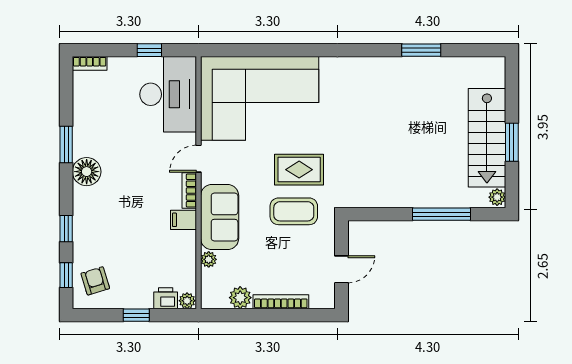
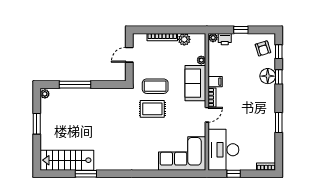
corner sofa: (260, 98) -> (182, 153), width x0.73, depth x0.74
stairs: (487, 138) -> (67, 160), moved, turned -90
floor lamp: (87, 172) -> (268, 76), moved

